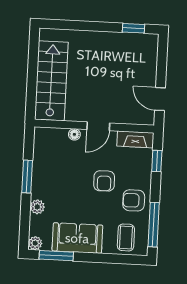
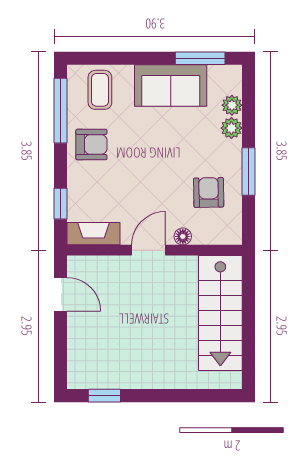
armchair: (104, 181) -> (209, 192), moved
plant: (35, 243) -> (232, 105), moved

